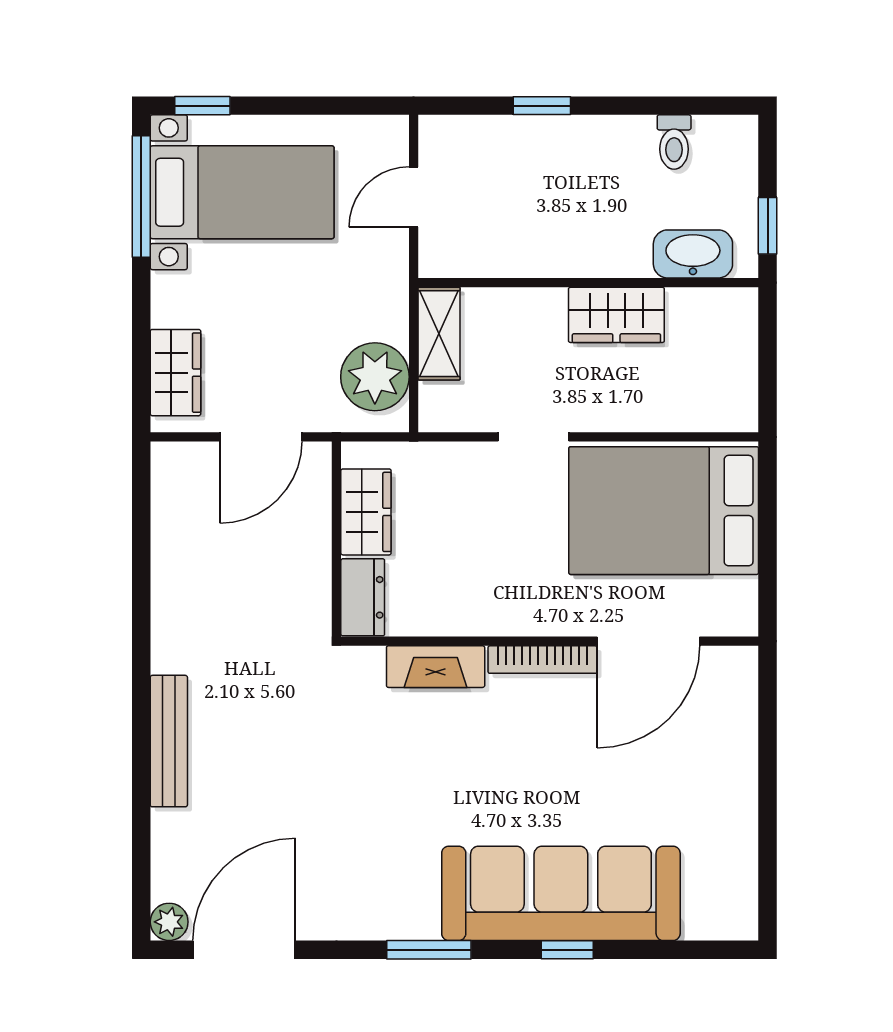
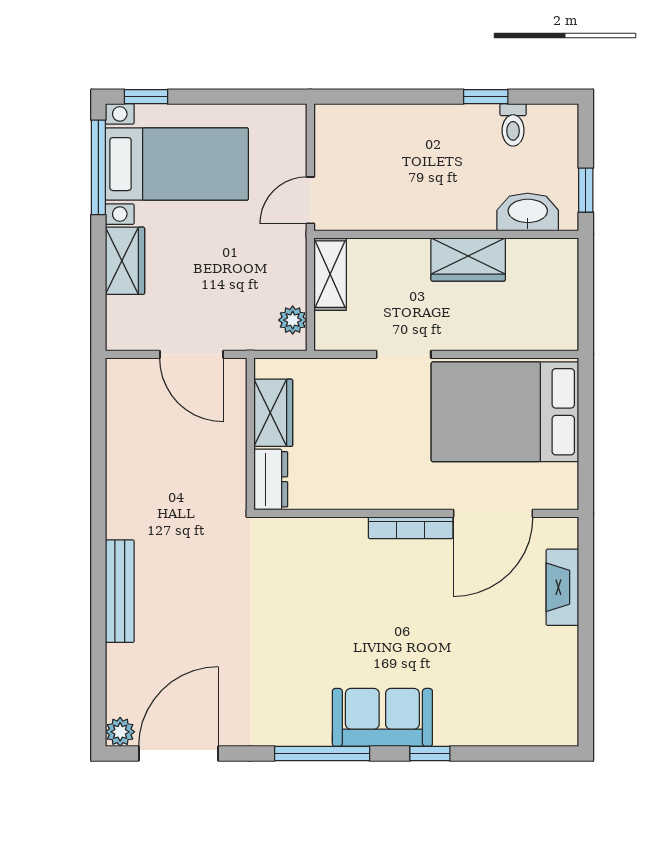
window: (542, 106) -> (486, 97), moved
door: (414, 197) -> (310, 200), moved
wardrobe: (175, 373) -> (125, 261), moved
plant: (375, 377) -> (293, 320), width x0.53, depth x0.53
door: (261, 437) -> (191, 354), hinge flipped
fireplace: (436, 667) -> (562, 587), moved, turned 90
sofa: (561, 893) -> (382, 717), width x0.54, depth x0.79
window: (429, 950) -> (322, 754), width x1.44

